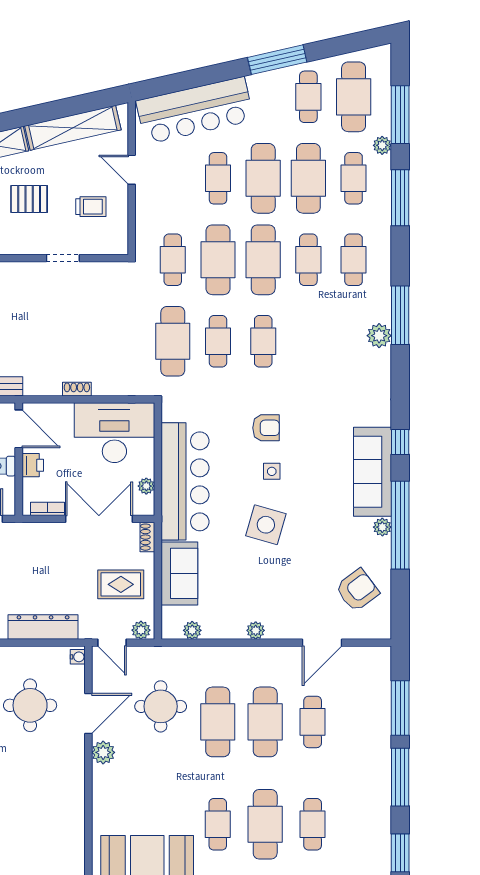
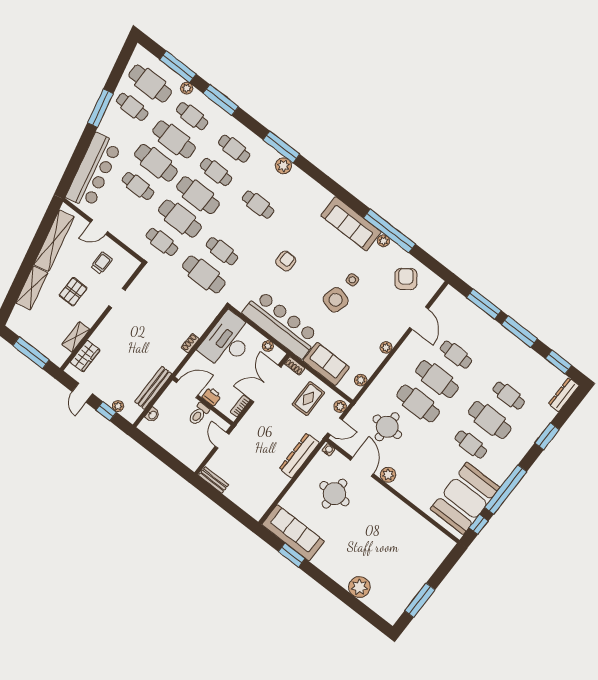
cafe table: (263, 341) -> (258, 205), moved
window: (400, 442) -> (347, 198), removed
side table: (272, 471) -> (352, 280), moved

